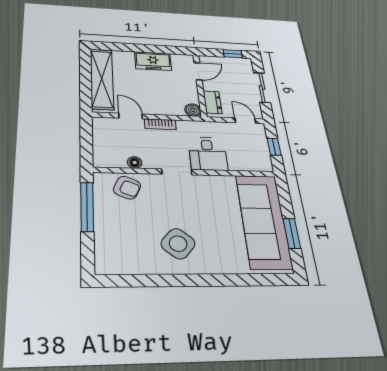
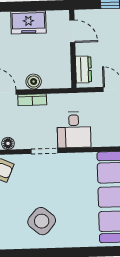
door: (198, 71) -> (72, 31), hinge flipped
boiler: (193, 110) -> (34, 81), moved

